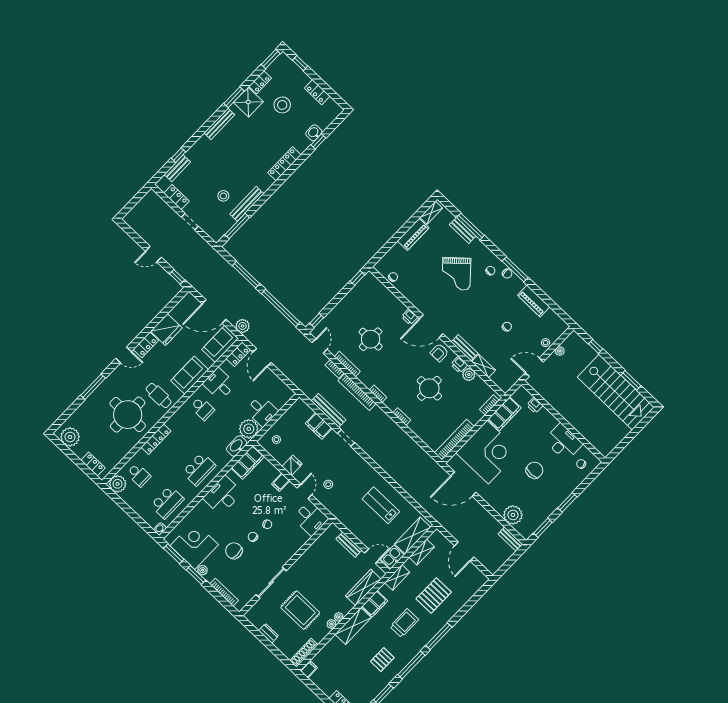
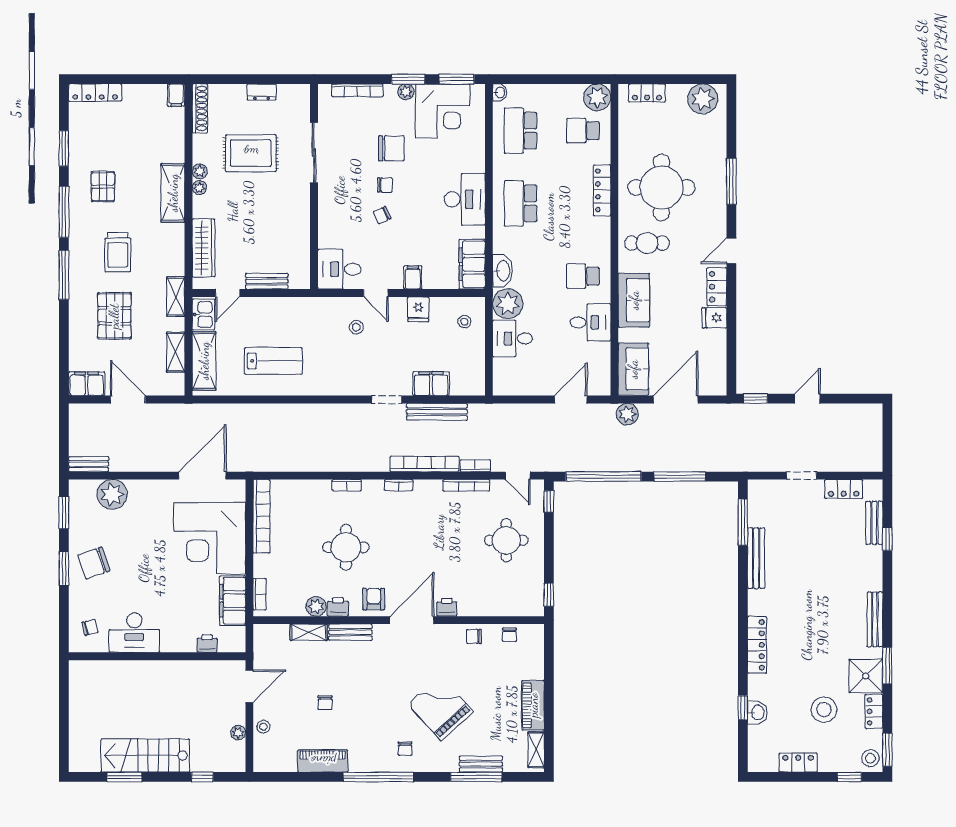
stool: (223, 196) -> (870, 758), moved
window: (515, 269) -> (378, 777), width x1.46
chair: (507, 274) -> (474, 636), moved
fridge: (166, 330) -> (714, 318), width x0.53, depth x0.75
round table: (371, 339) -> (506, 540), moved
locker: (238, 354) -> (601, 377), removed
door: (262, 357) -> (571, 400), hinge flipped
stairs: (616, 392) -> (145, 756), width x0.73, depth x0.66
chair: (534, 470) -> (94, 563), moved, turned 72
filing cabinet: (375, 604) -> (87, 384), moved, turned 90

